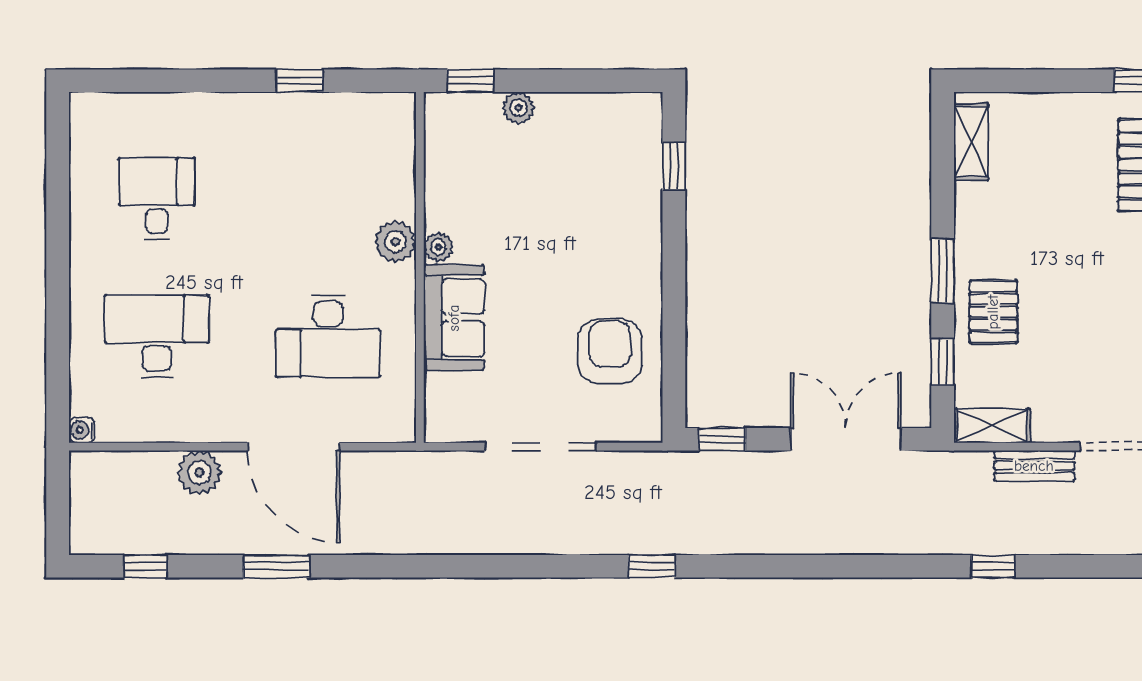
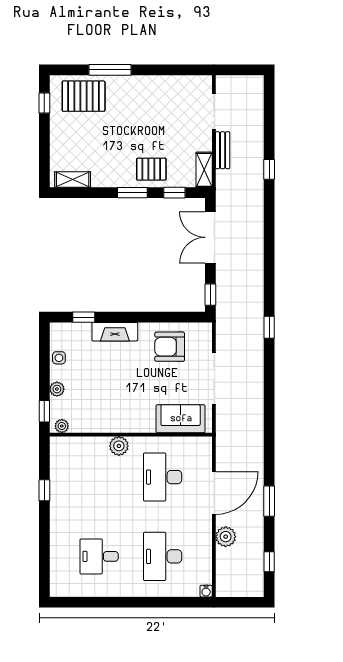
side table: (586, 112) -> (59, 358), added
fireplace: (642, 233) -> (115, 332), added
plant: (438, 247) -> (62, 426), moved
sofa: (454, 318) -> (181, 419), moved
desk: (328, 336) -> (163, 477), turned 180

